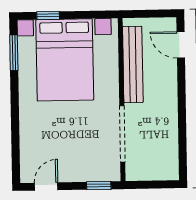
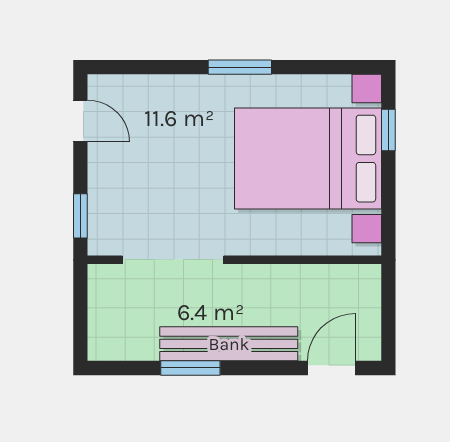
window: (14, 53) -> (240, 67), moved
bench: (133, 64) -> (229, 344), moved
window: (182, 123) -> (190, 368), added

